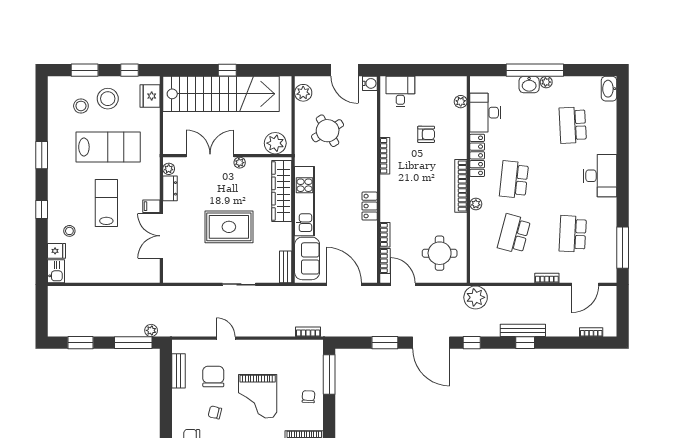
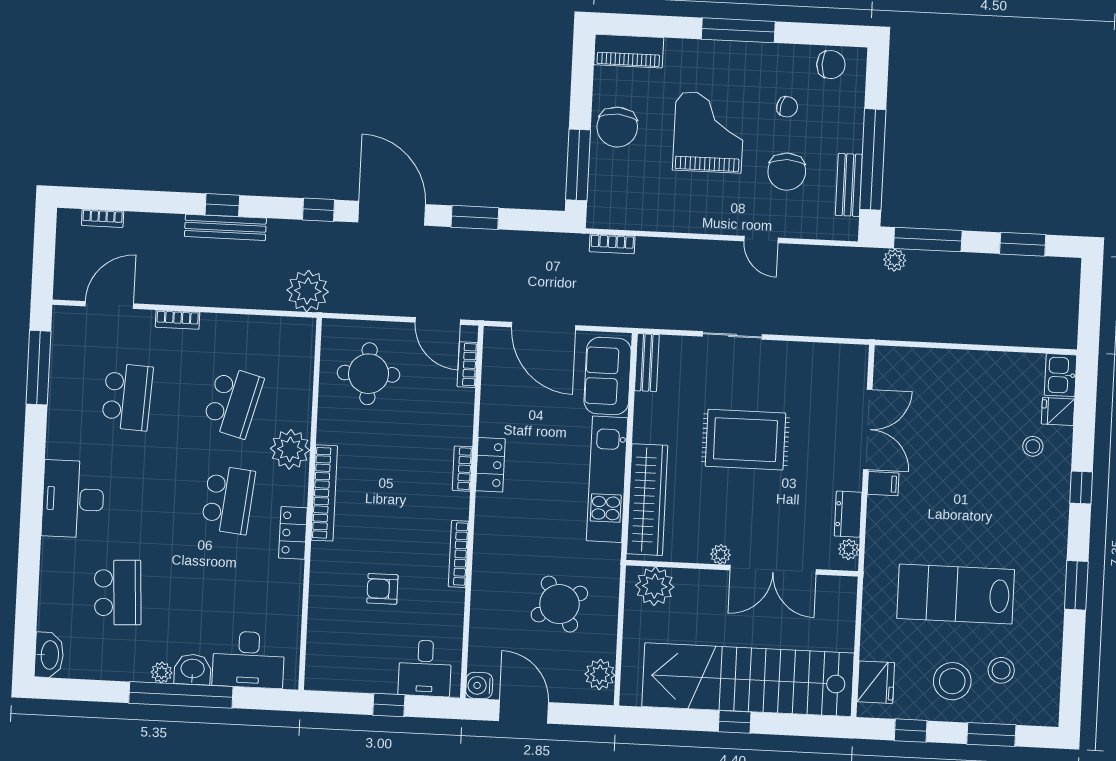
window: (419, 70) -> (389, 705), added
plant: (461, 102) -> (317, 645), removed
desk: (485, 113) -> (249, 660), moved, turned 90
locker: (477, 155) -> (293, 533), width x0.66
lab bench: (106, 203) -> (964, 494), removed
plant: (476, 204) -> (290, 449), width x1.88, depth x1.88
bookcase: (385, 235) -> (462, 469), moved
window: (166, 386) -> (873, 159), added
chair: (308, 397) -> (617, 127), width x1.87, depth x1.87

